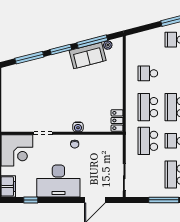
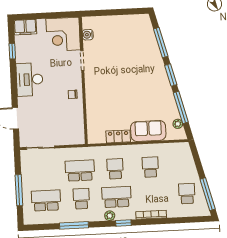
sofa: (88, 55) -> (148, 131), moved, turned 104
school desk: (148, 107) -> (115, 169), width x0.54
locker: (117, 120) -> (118, 136), moved
water cooler: (78, 127) -> (88, 35), moved
desk: (58, 181) -> (30, 79), width x0.73, depth x0.77

